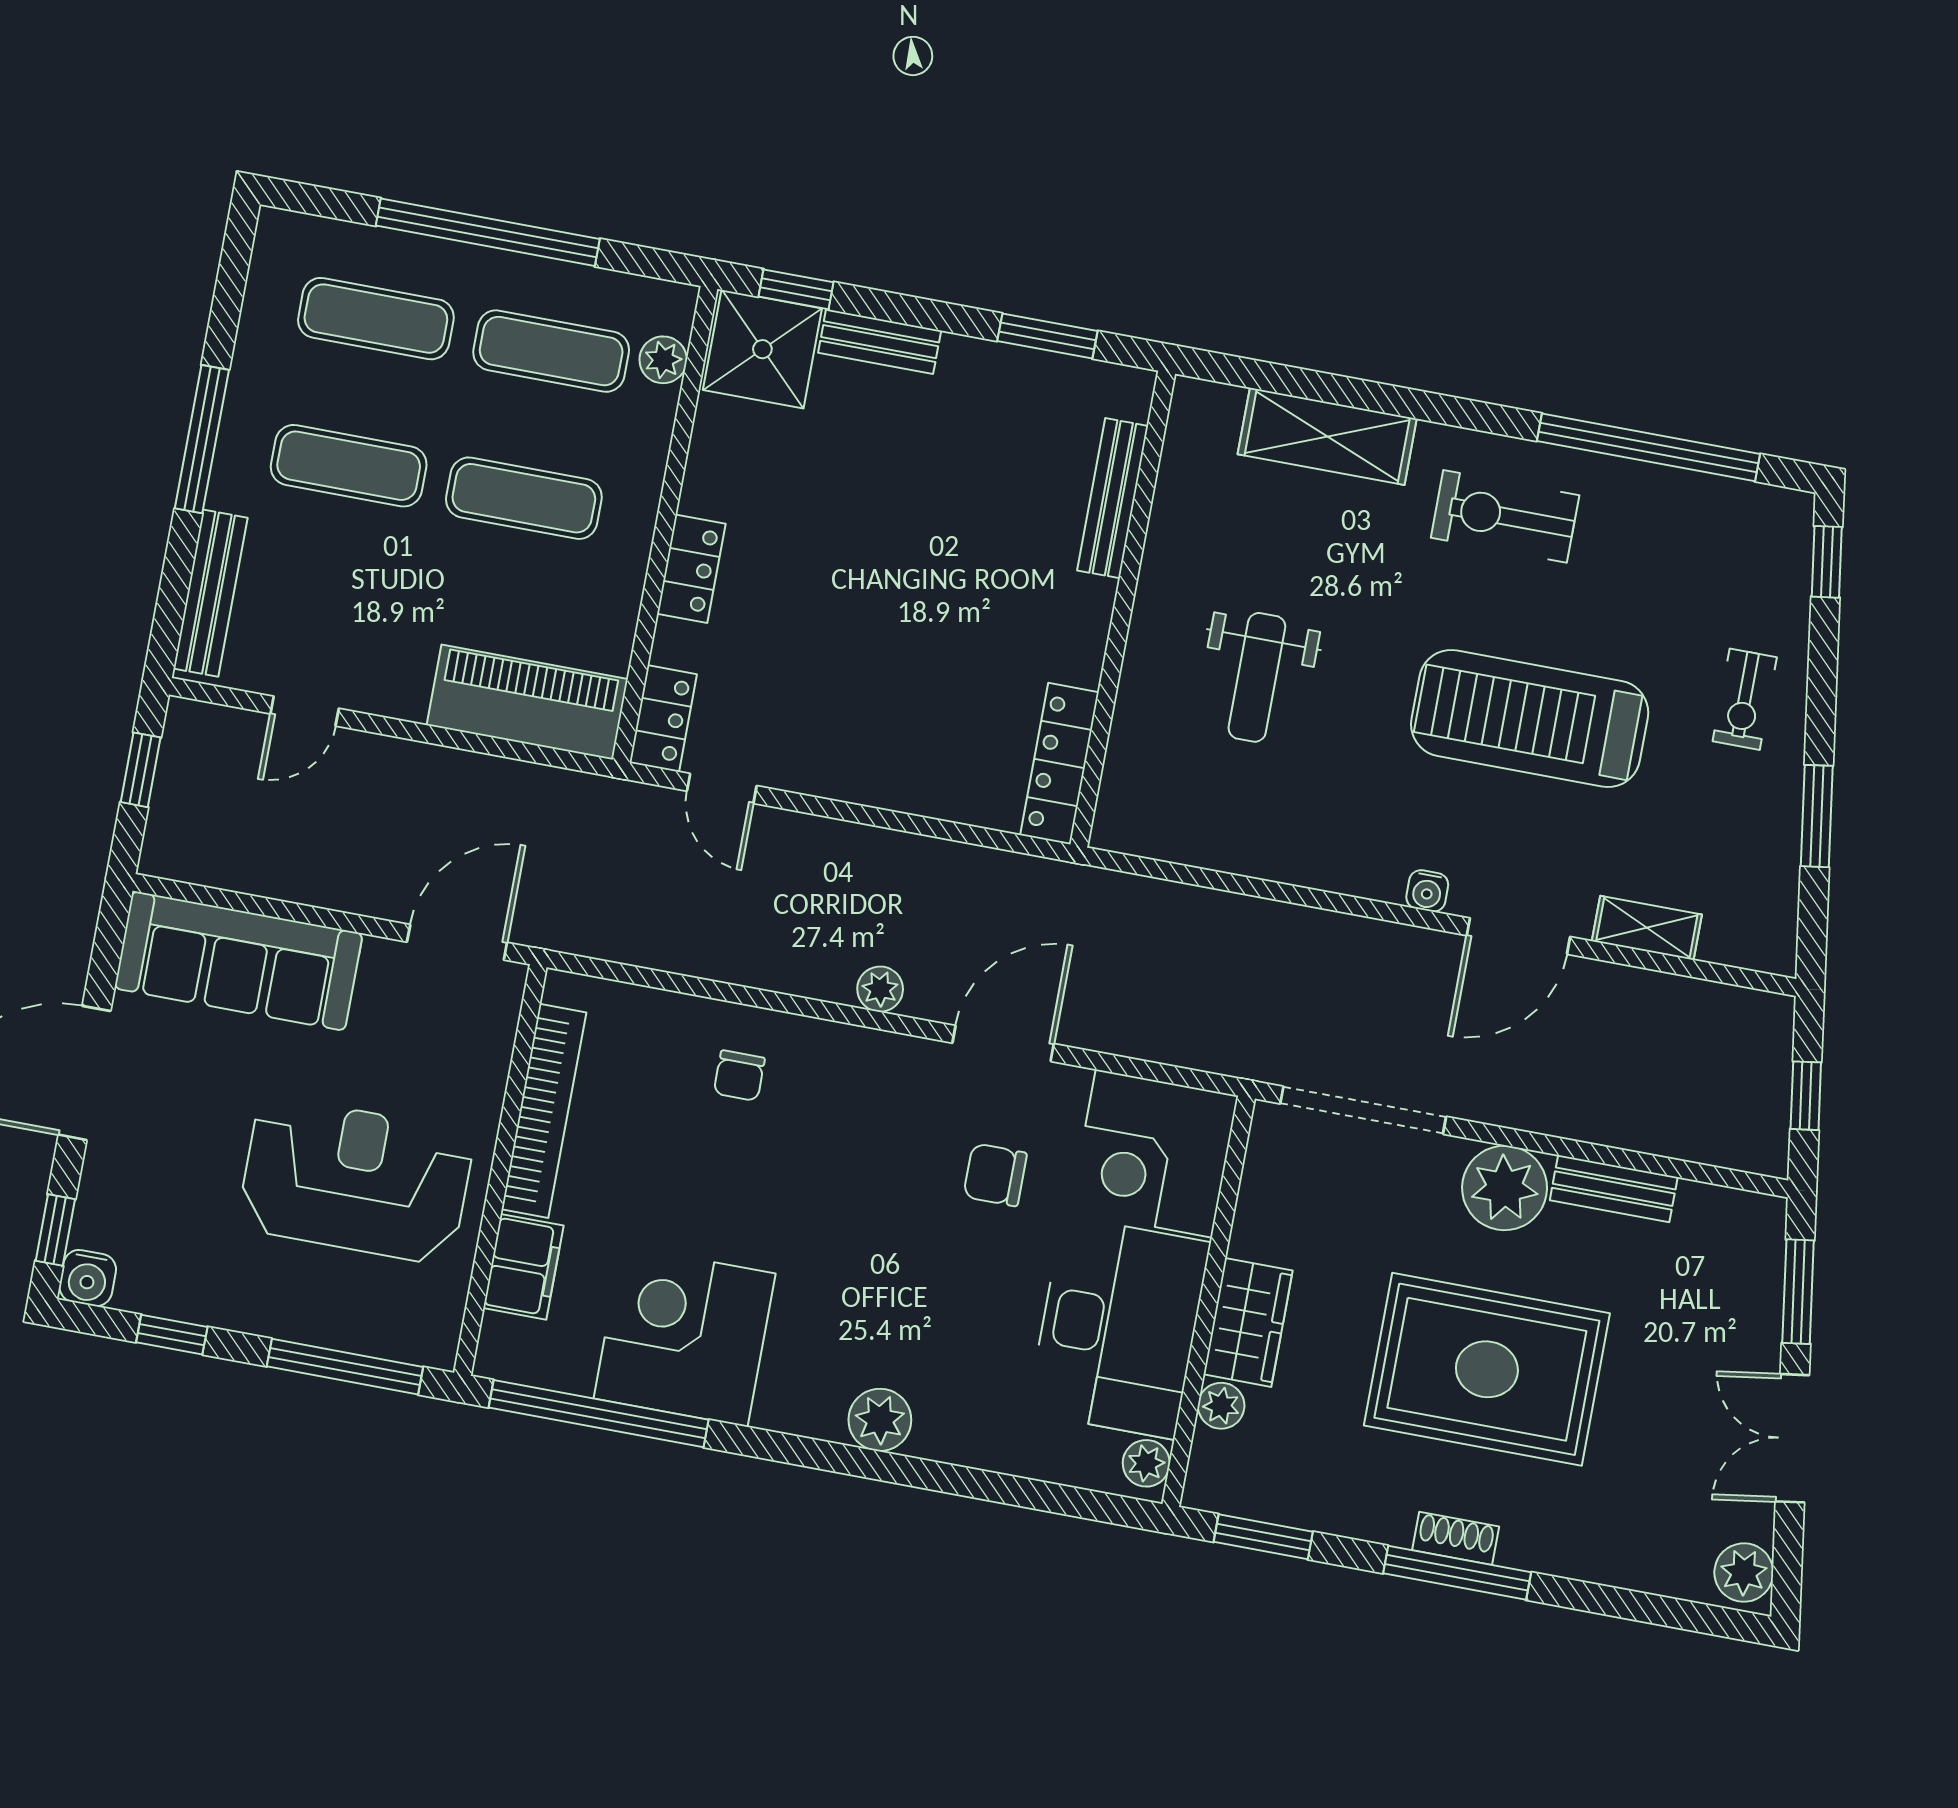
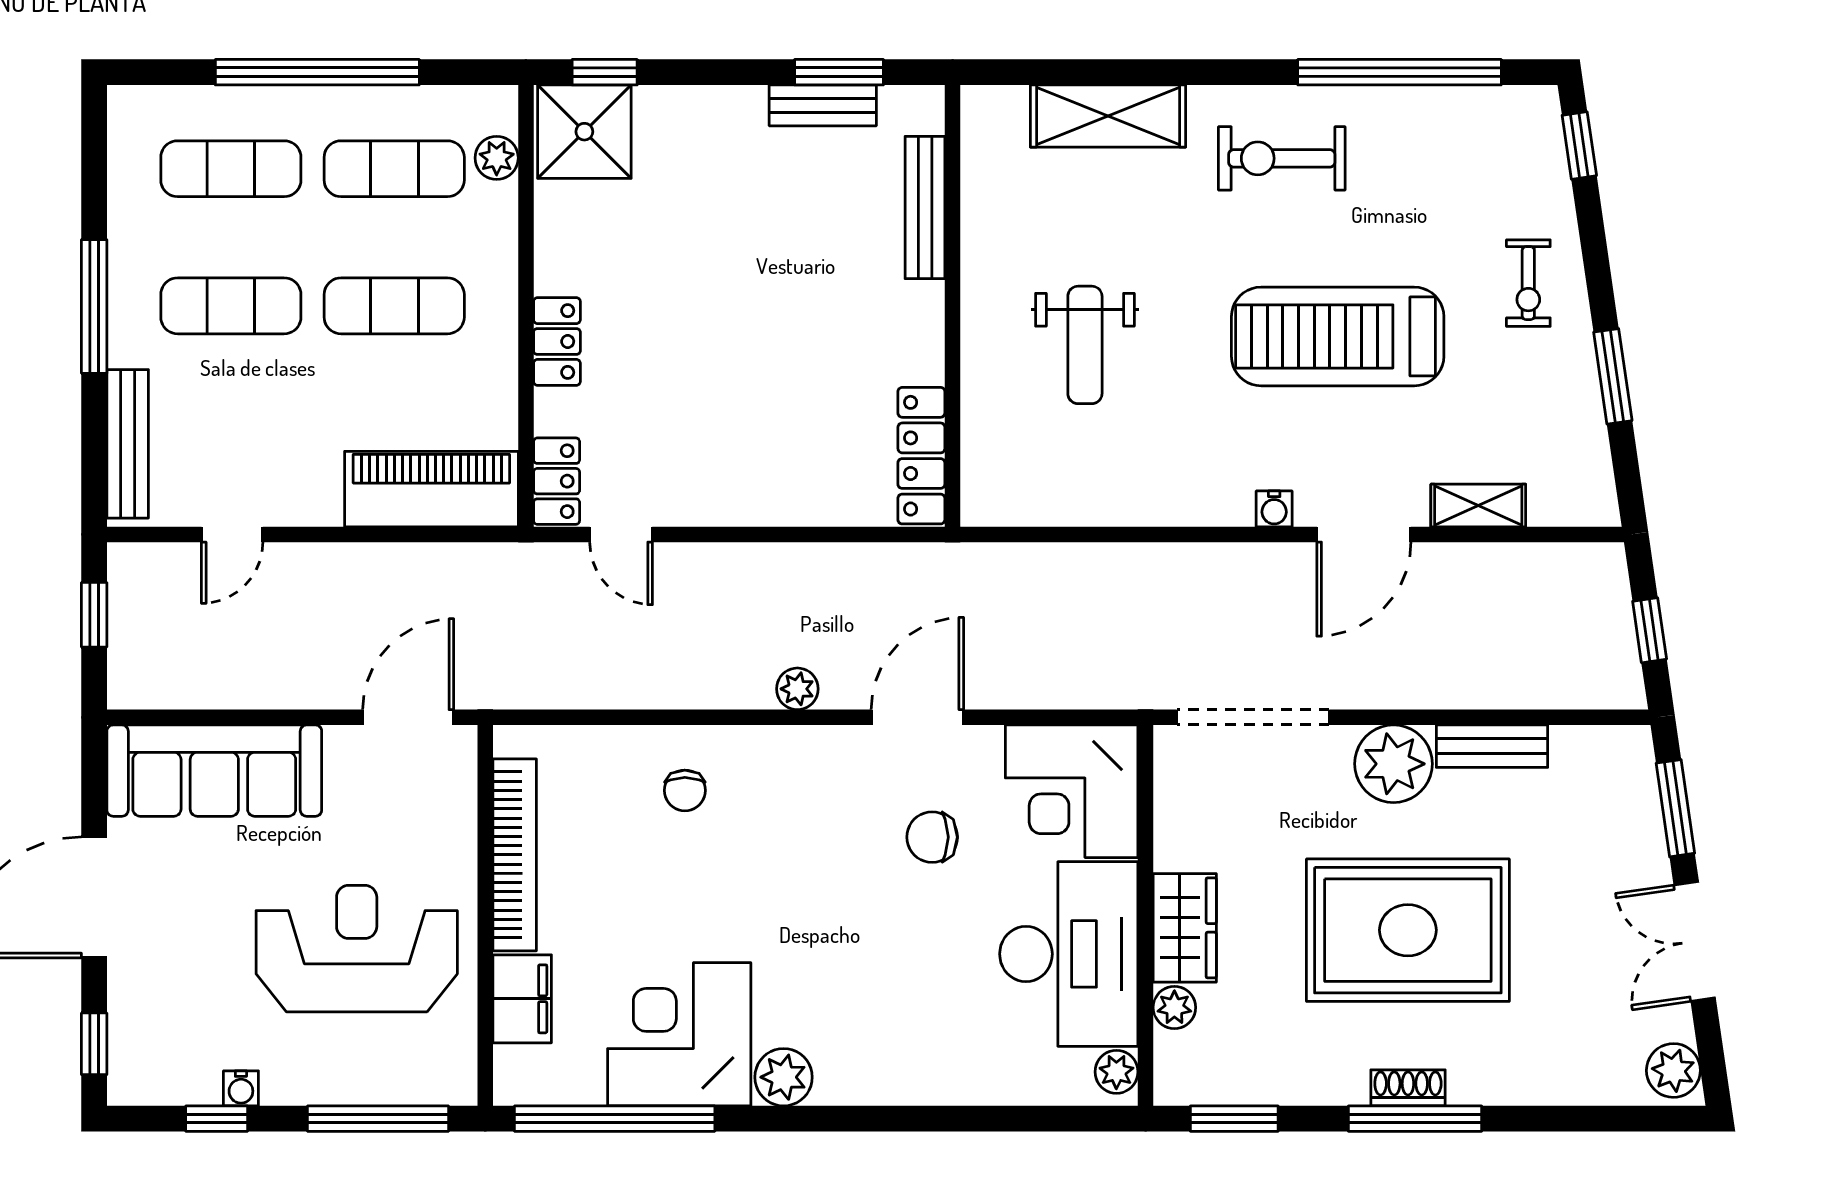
bench: (880, 342) -> (823, 105), moved
water cooler: (88, 1278) -> (241, 1088), moved, width x0.72, depth x0.72
plant: (880, 1420) -> (784, 1077), moved

